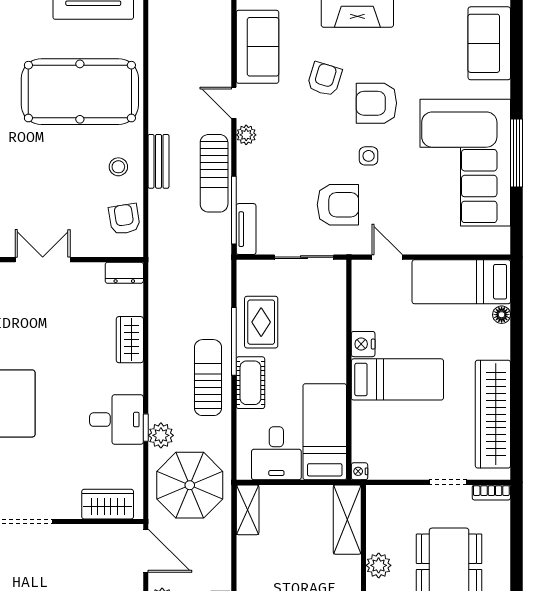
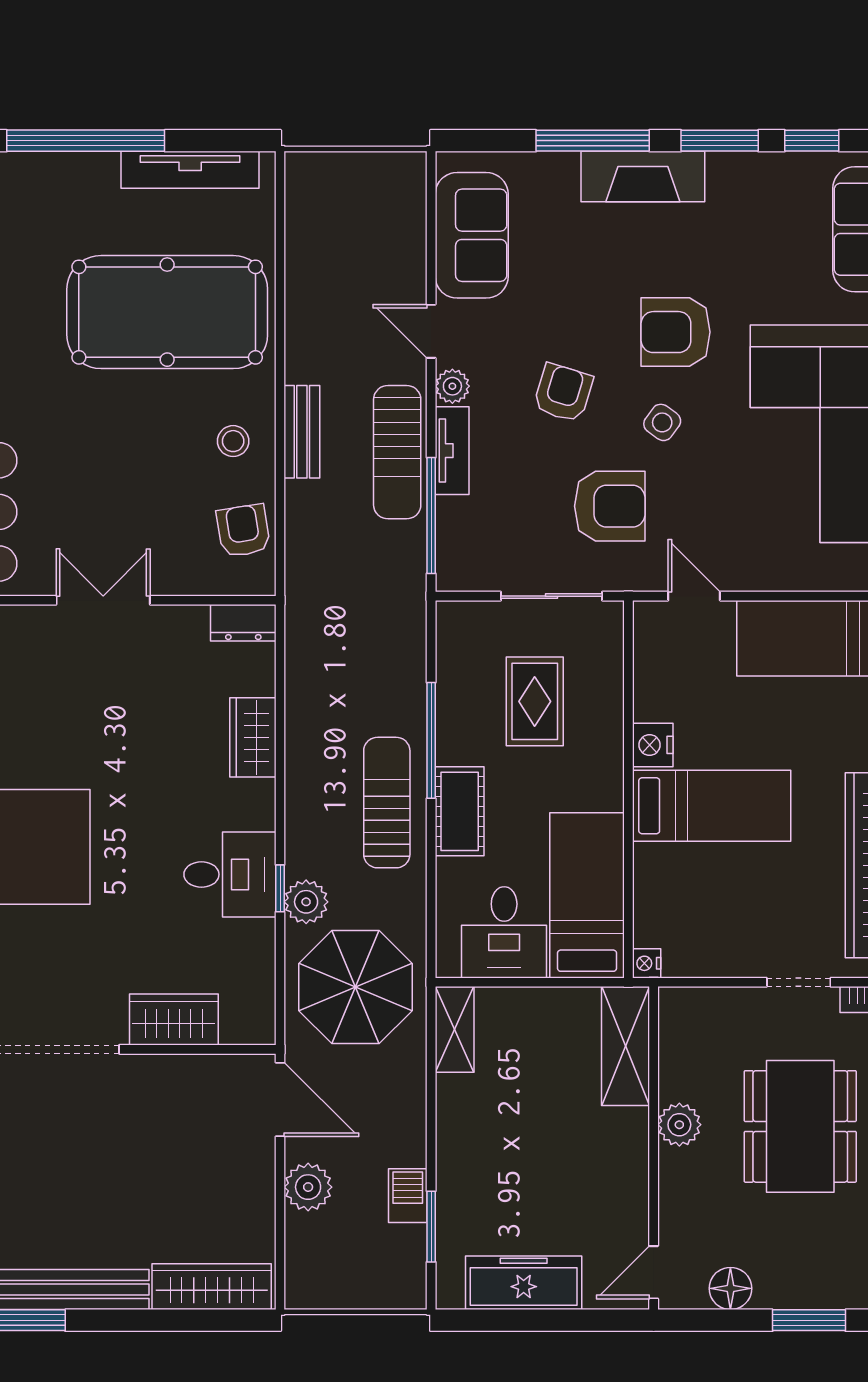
armchair: (325, 79) -> (563, 393), moved
side table: (369, 156) -> (662, 422), turned 36
tv unit: (246, 229) -> (452, 451), moved
rug: (261, 322) -> (535, 701), moved
wardrobe: (108, 504) -> (174, 1020), moved

